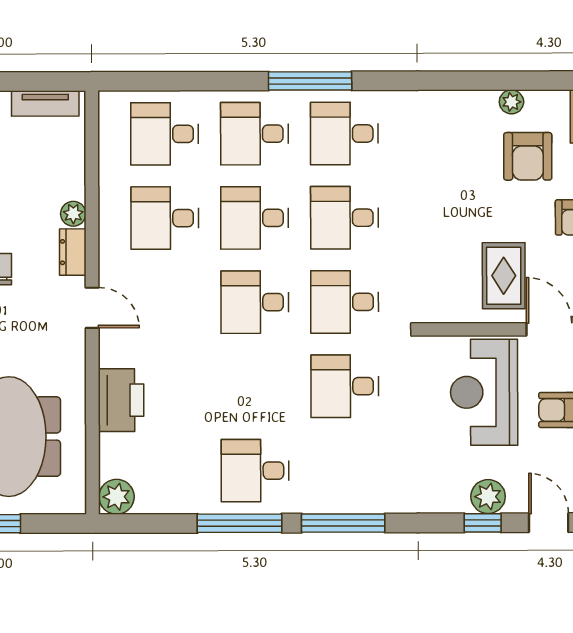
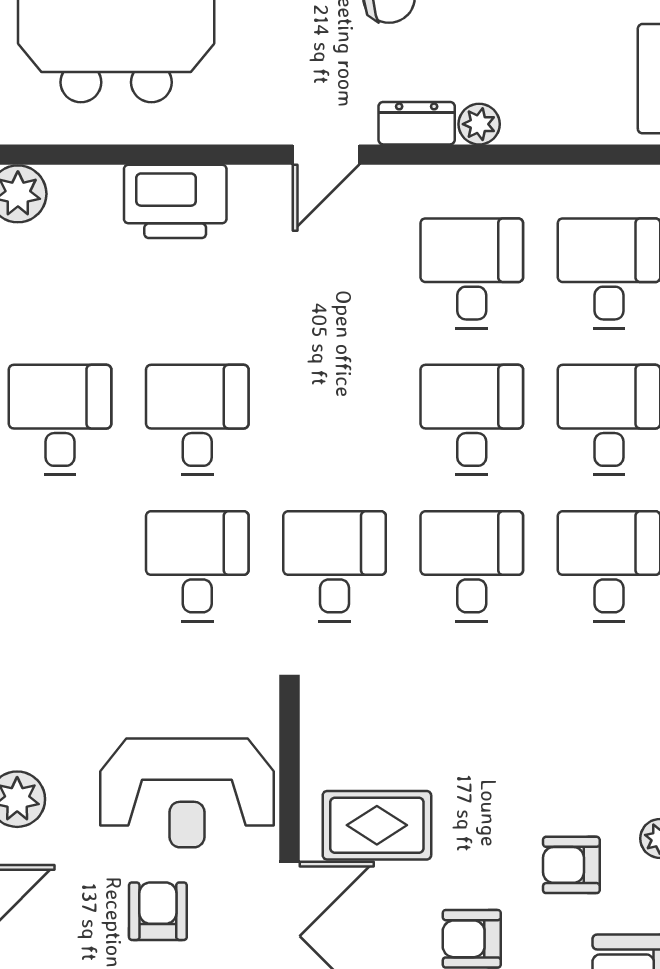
armchair: (528, 156) -> (571, 865), width x0.72, depth x0.72
desk: (255, 302) -> (197, 420), moved
reception desk: (484, 392) -> (187, 793), turned 180

